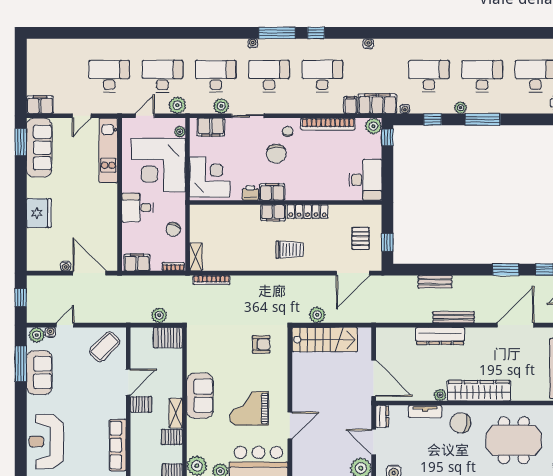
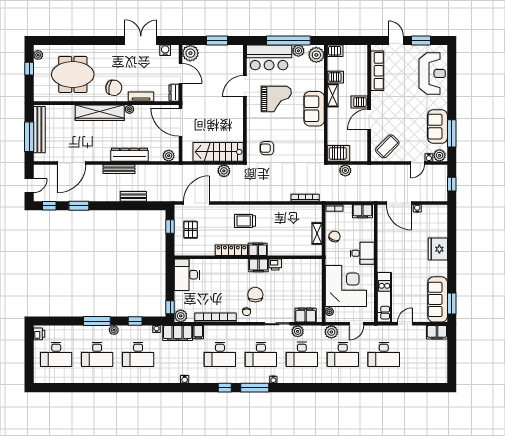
corner desk: (210, 177) -> (307, 277), removed
shelving: (196, 257) -> (317, 233), moved
plant: (389, 335) -> (169, 156), added

